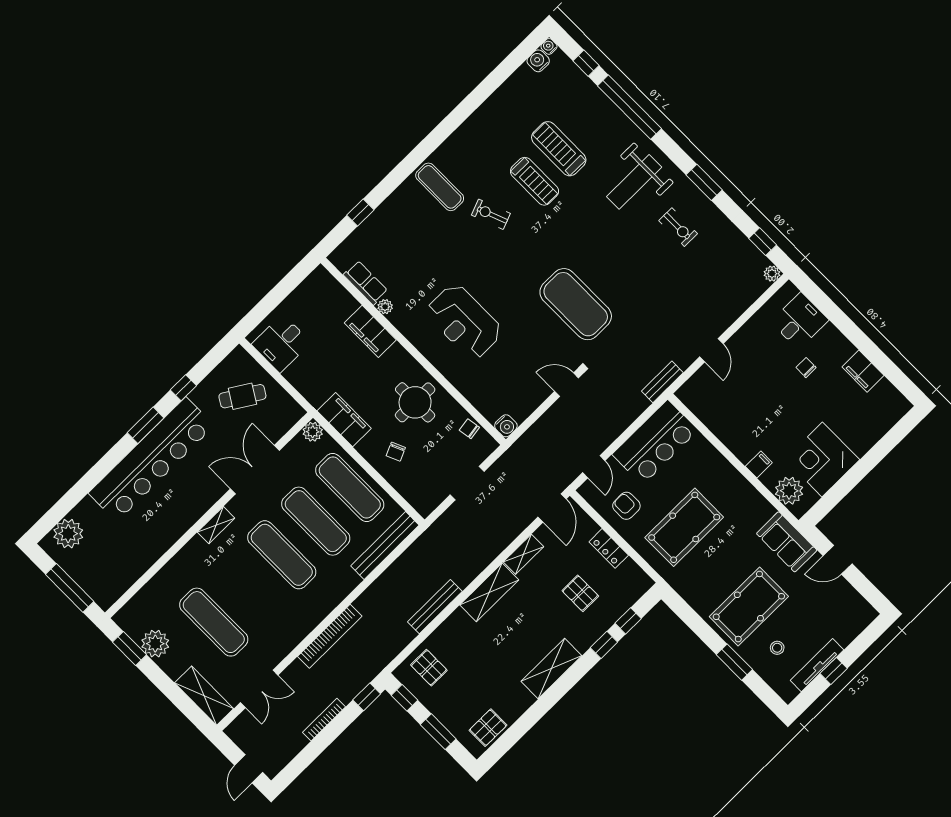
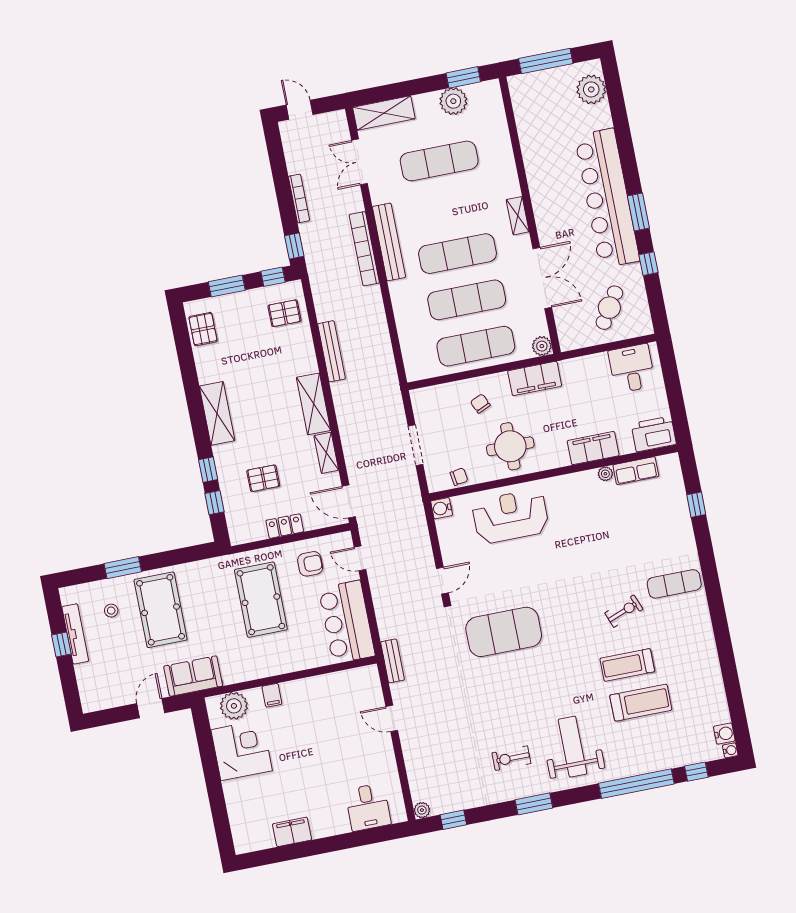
printer: (324, 288) -> (654, 434), added
reception desk: (464, 322) -> (511, 516), moved
chair: (806, 368) -> (326, 787), removed
bench: (385, 546) -> (389, 242), moved

